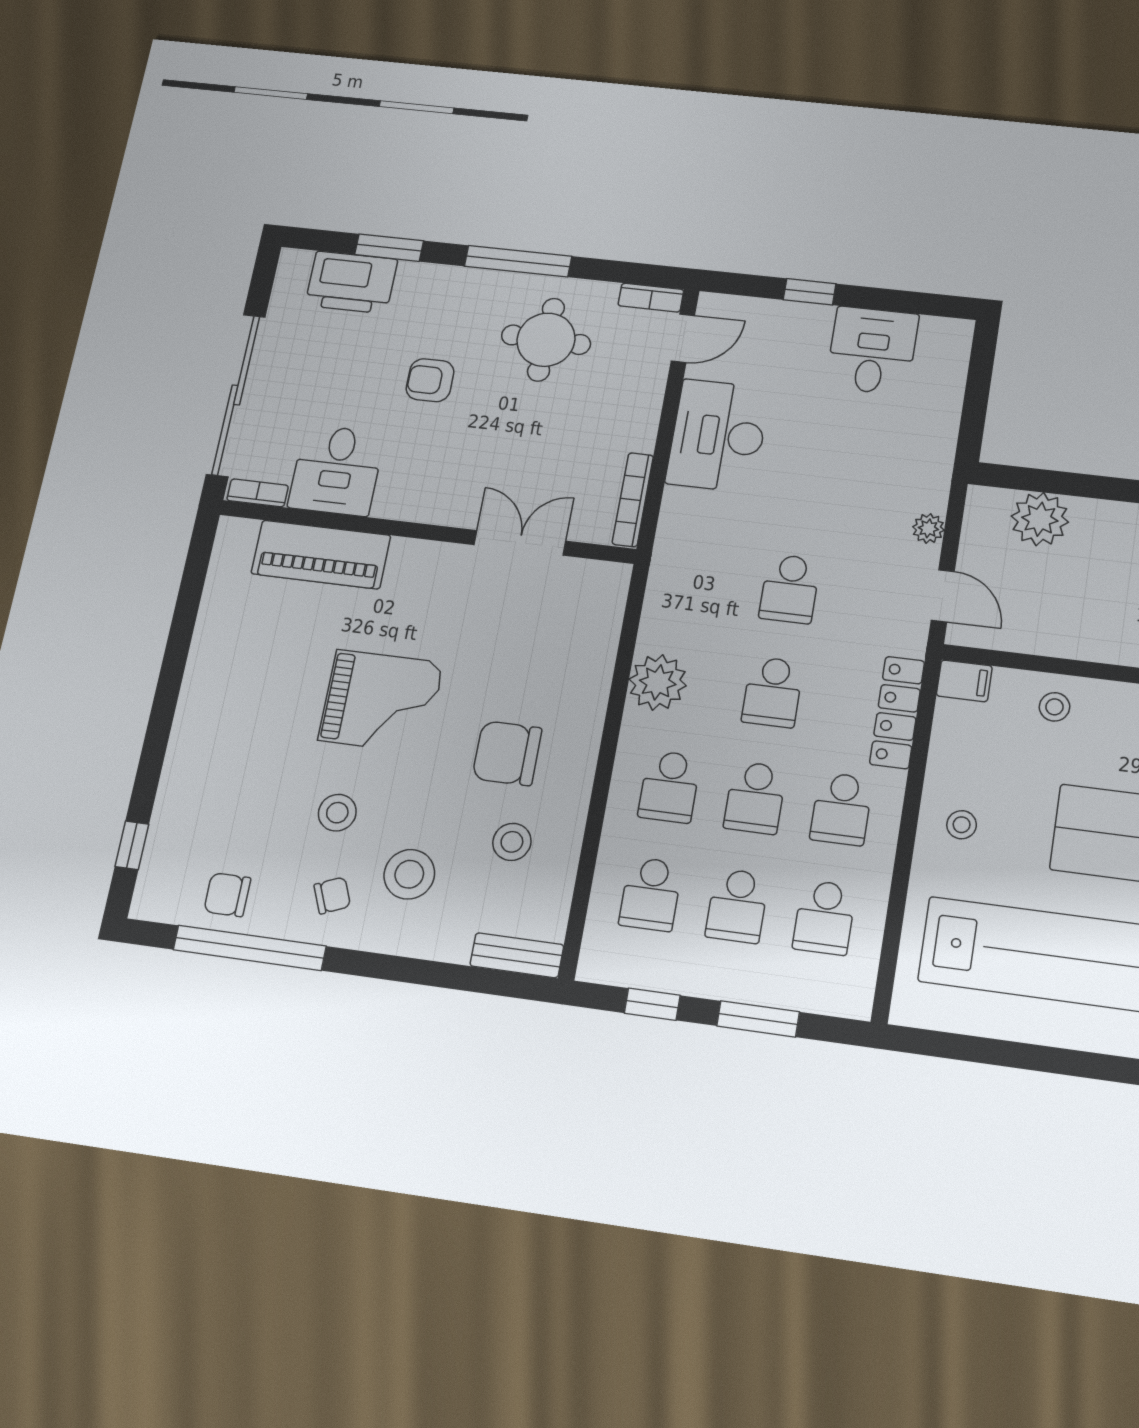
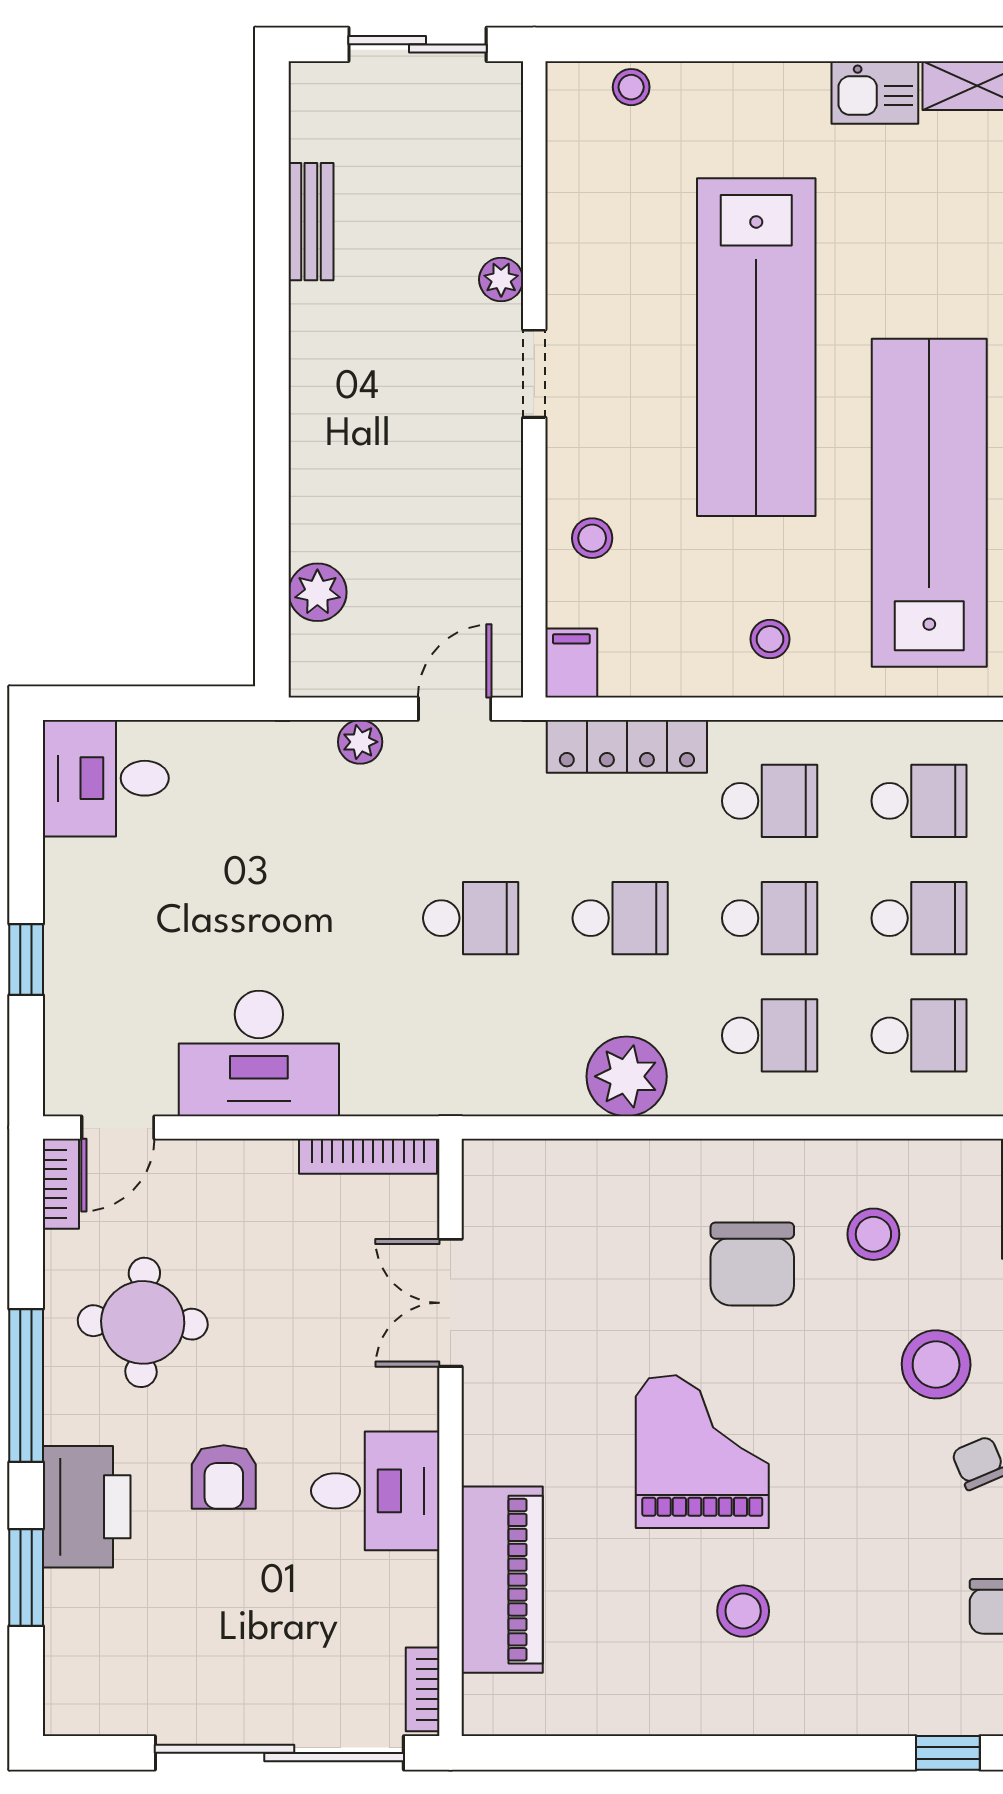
printer: (351, 282) -> (87, 1507), moved
door: (683, 338) -> (118, 1128), swing flipped
desk: (872, 351) -> (106, 778), moved
desk: (336, 470) -> (375, 1491), moved
plant: (1040, 519) -> (317, 592), width x0.73, depth x0.73
stool: (337, 813) -> (743, 1611), moved

